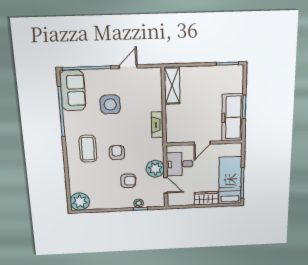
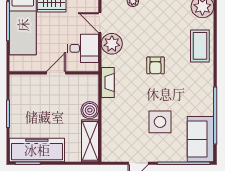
boiler: (173, 112) -> (90, 110), added
freezer: (232, 117) -> (37, 150), moved, turned -90
fireplace: (157, 125) -> (108, 83), moved
coffee table: (88, 149) -> (200, 46), moved
armchair: (128, 181) -> (144, 30), removed

